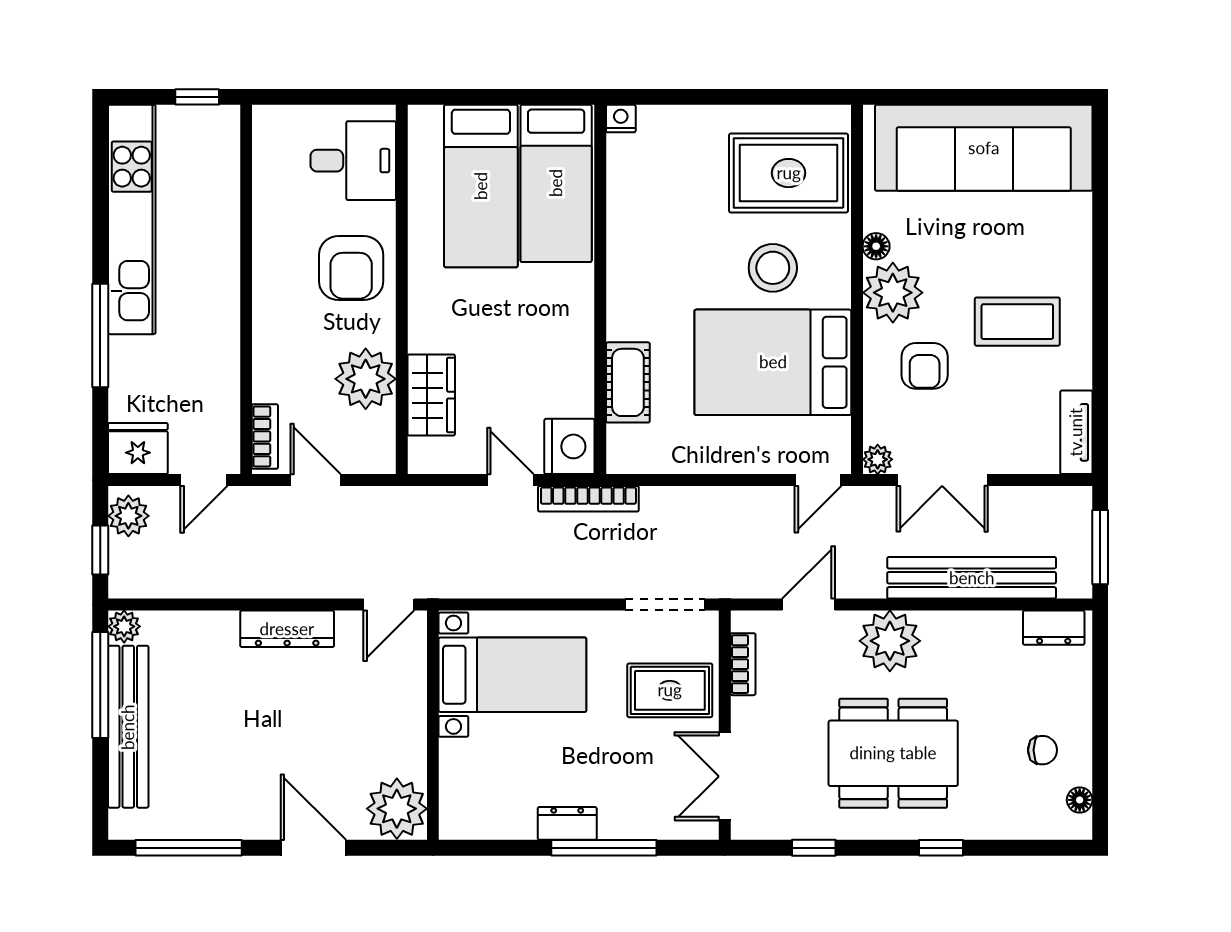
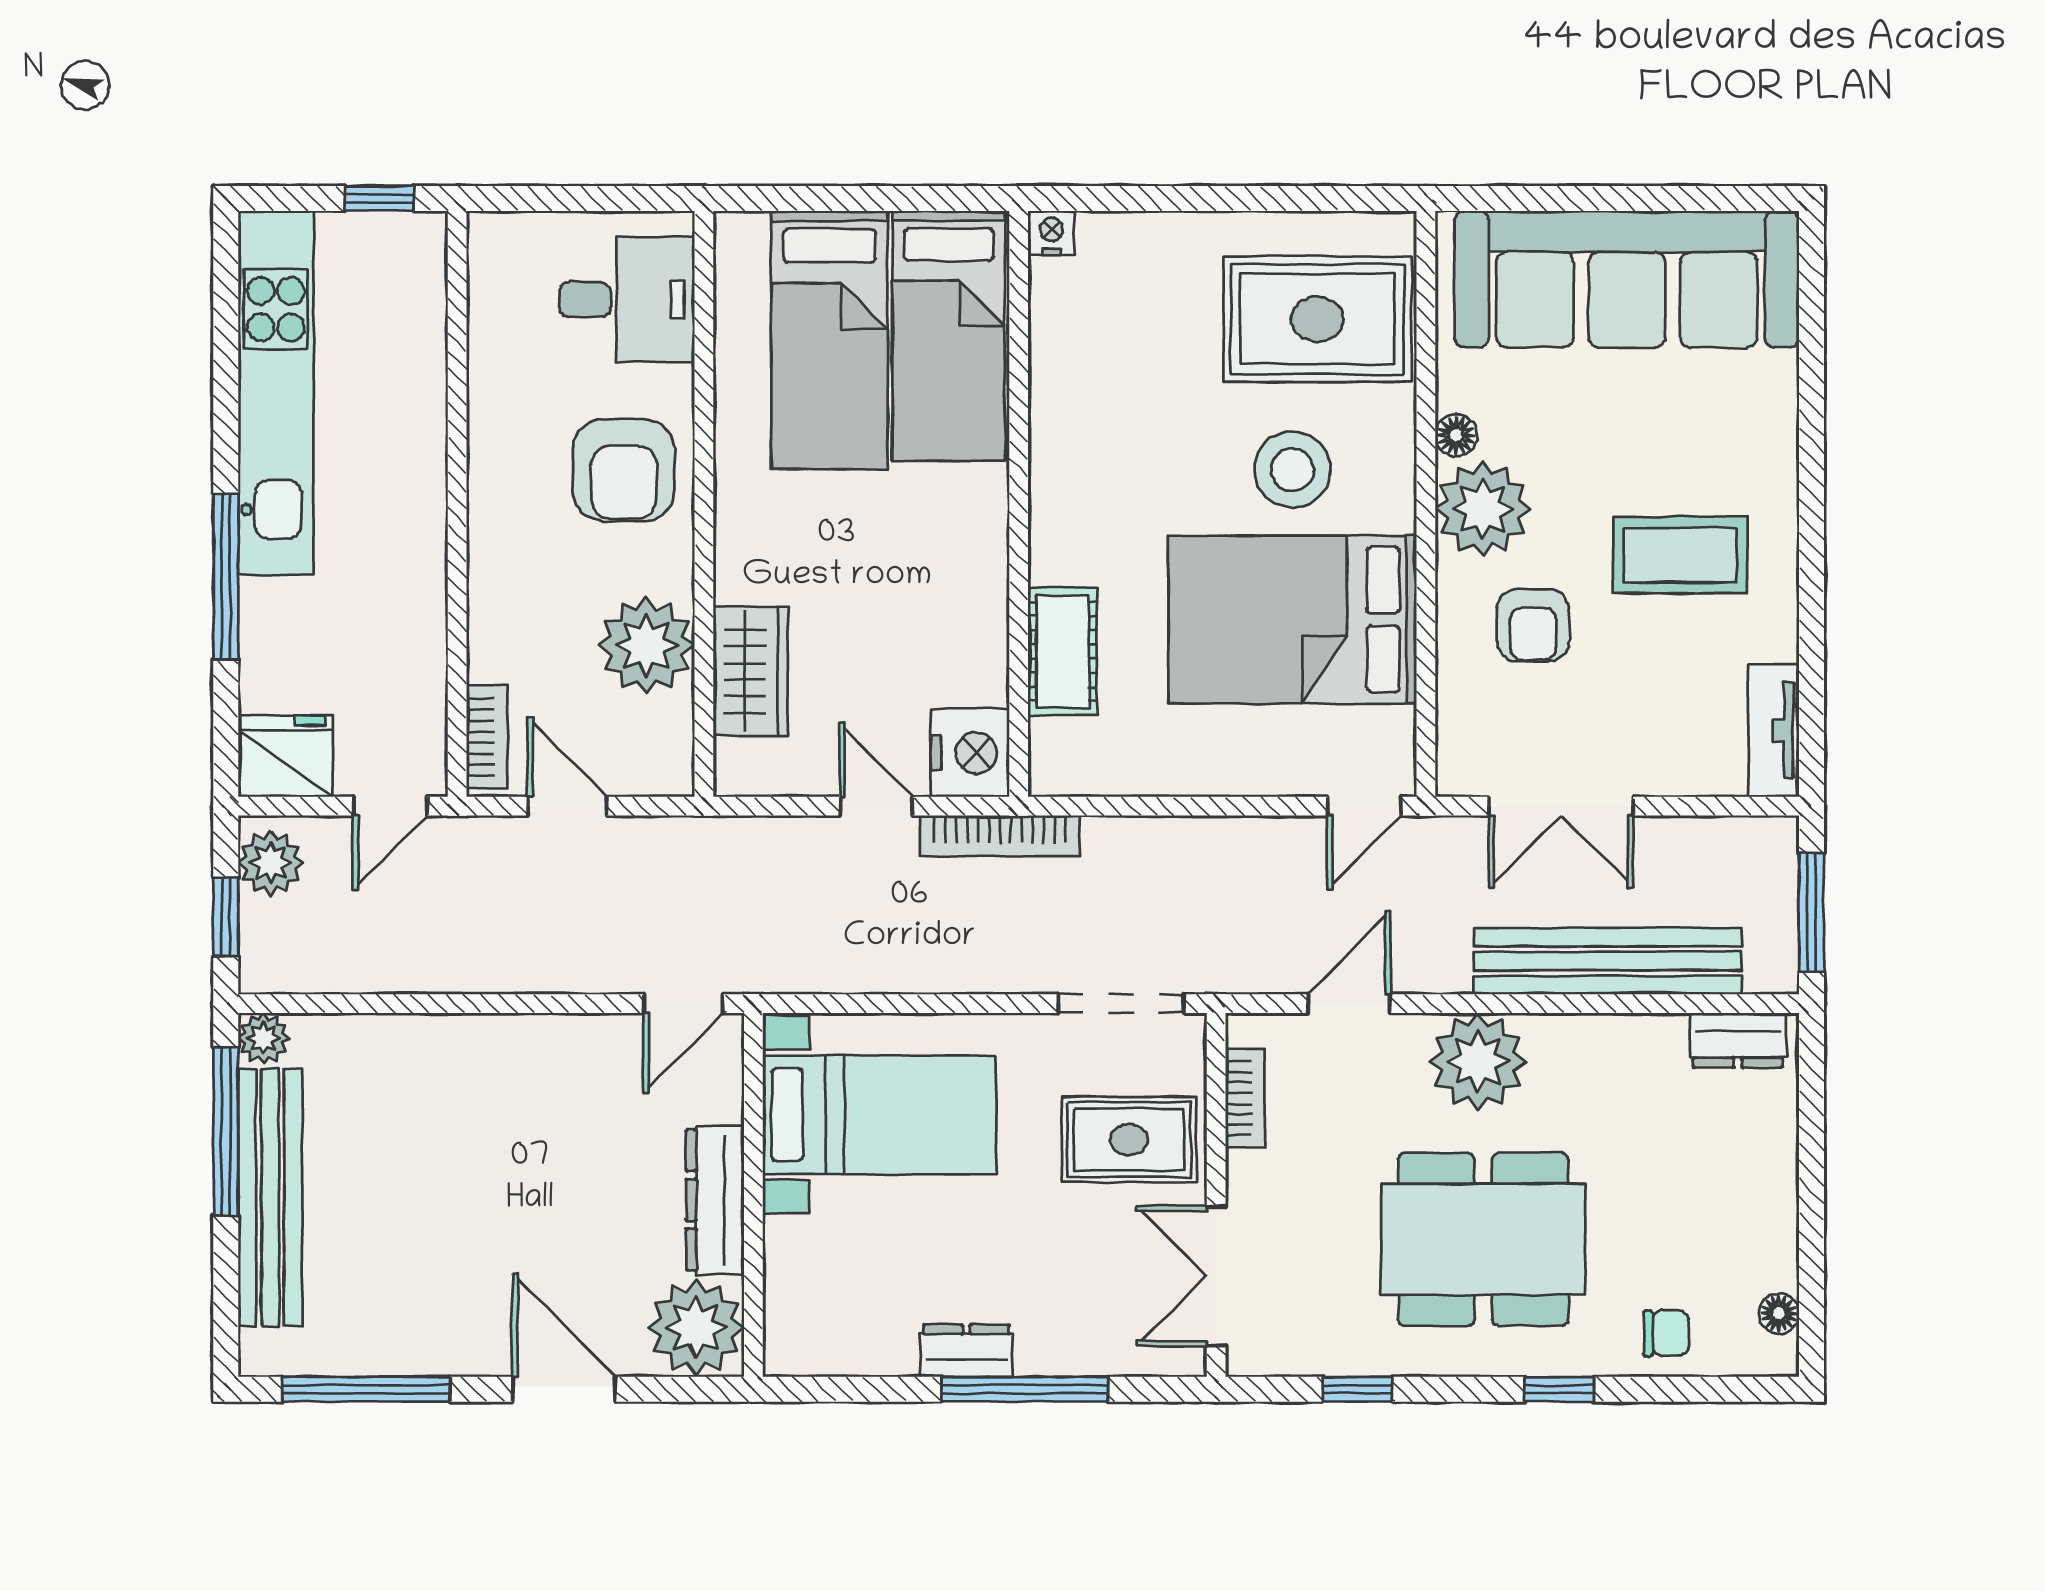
plant: (878, 459) -> (1459, 773), removed
dresser: (287, 629) -> (715, 1200), moved, turned 90
chair: (1043, 750) -> (1666, 1333), moved

